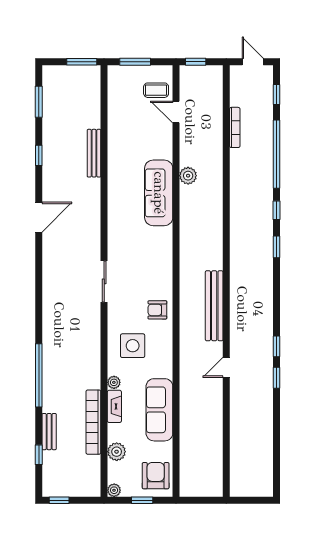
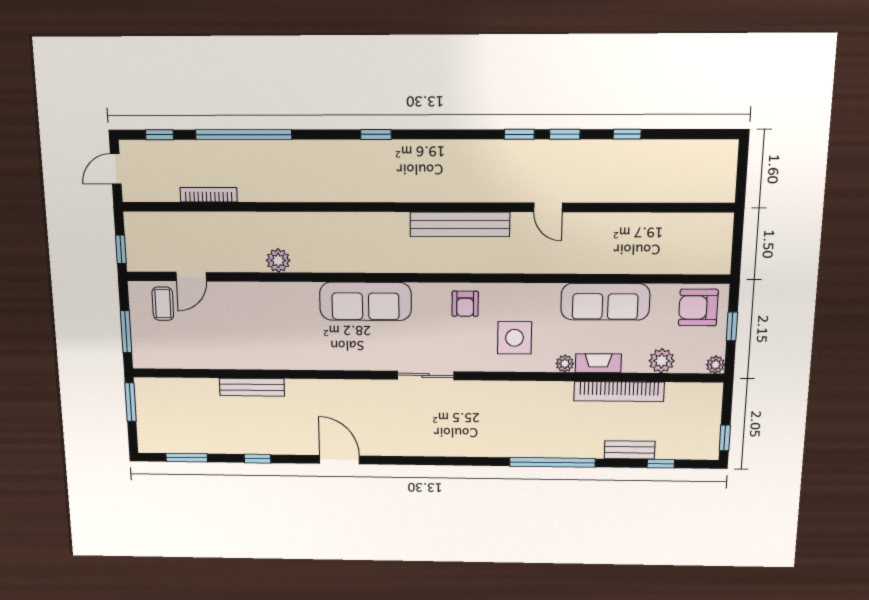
sofa: (159, 193) -> (365, 301), moved
window: (276, 210) -> (627, 134), moved

